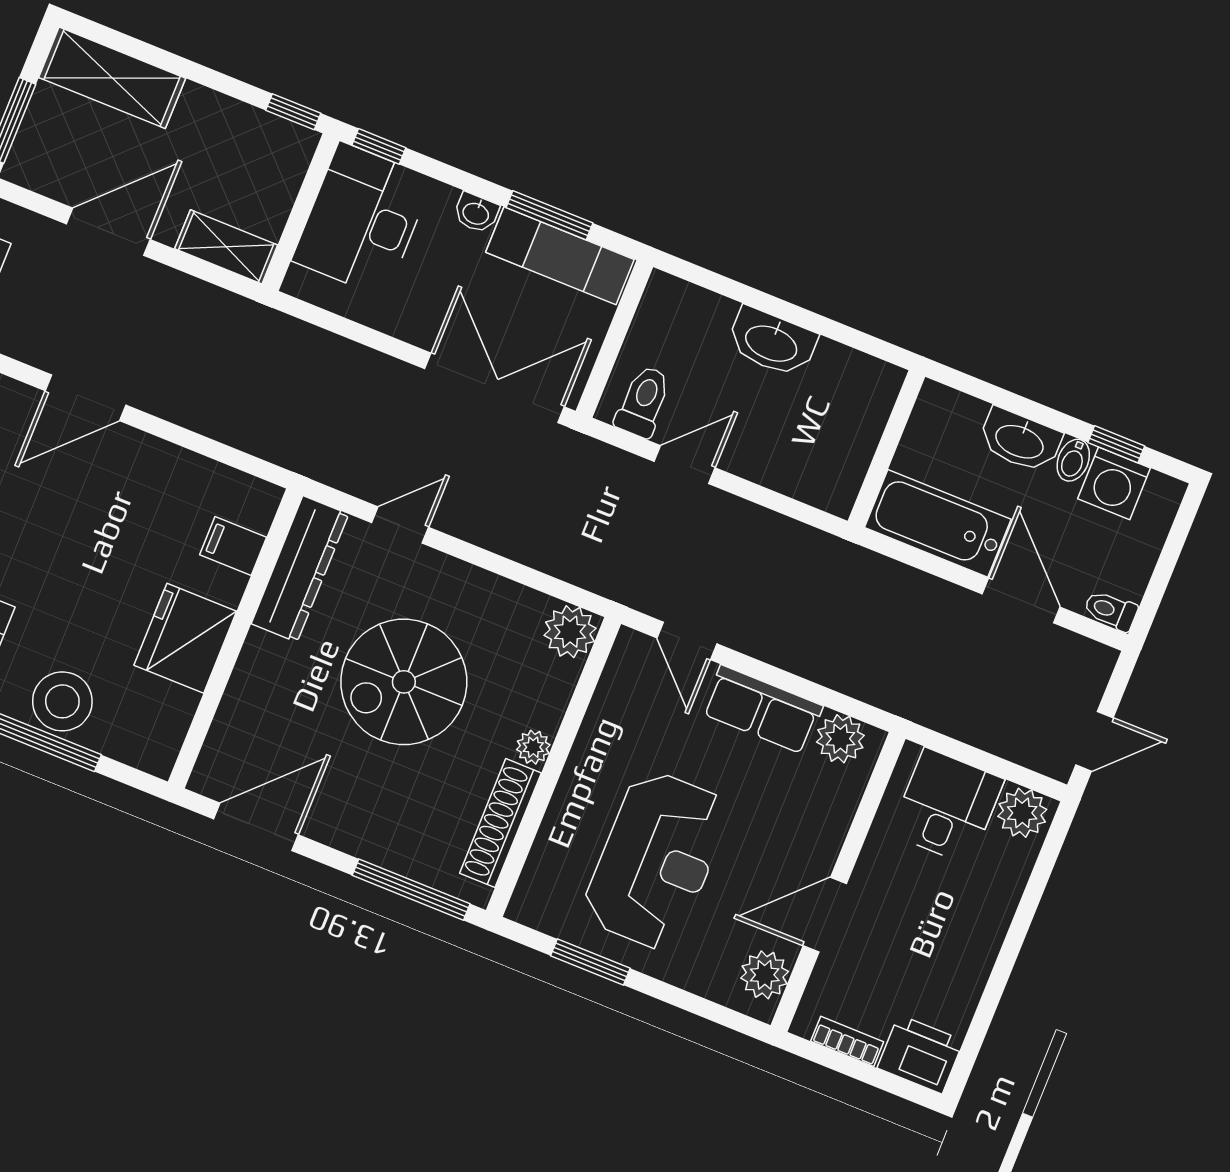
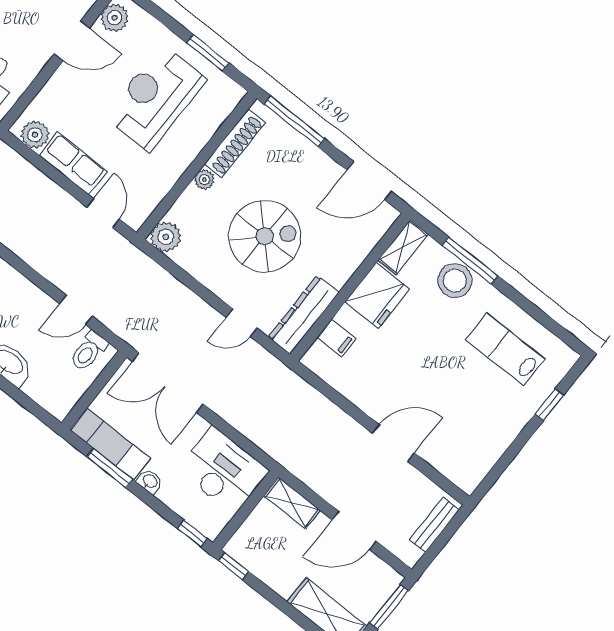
desk: (362, 220) -> (223, 470), moved, turned -90
shelving: (166, 731) -> (403, 247), added

